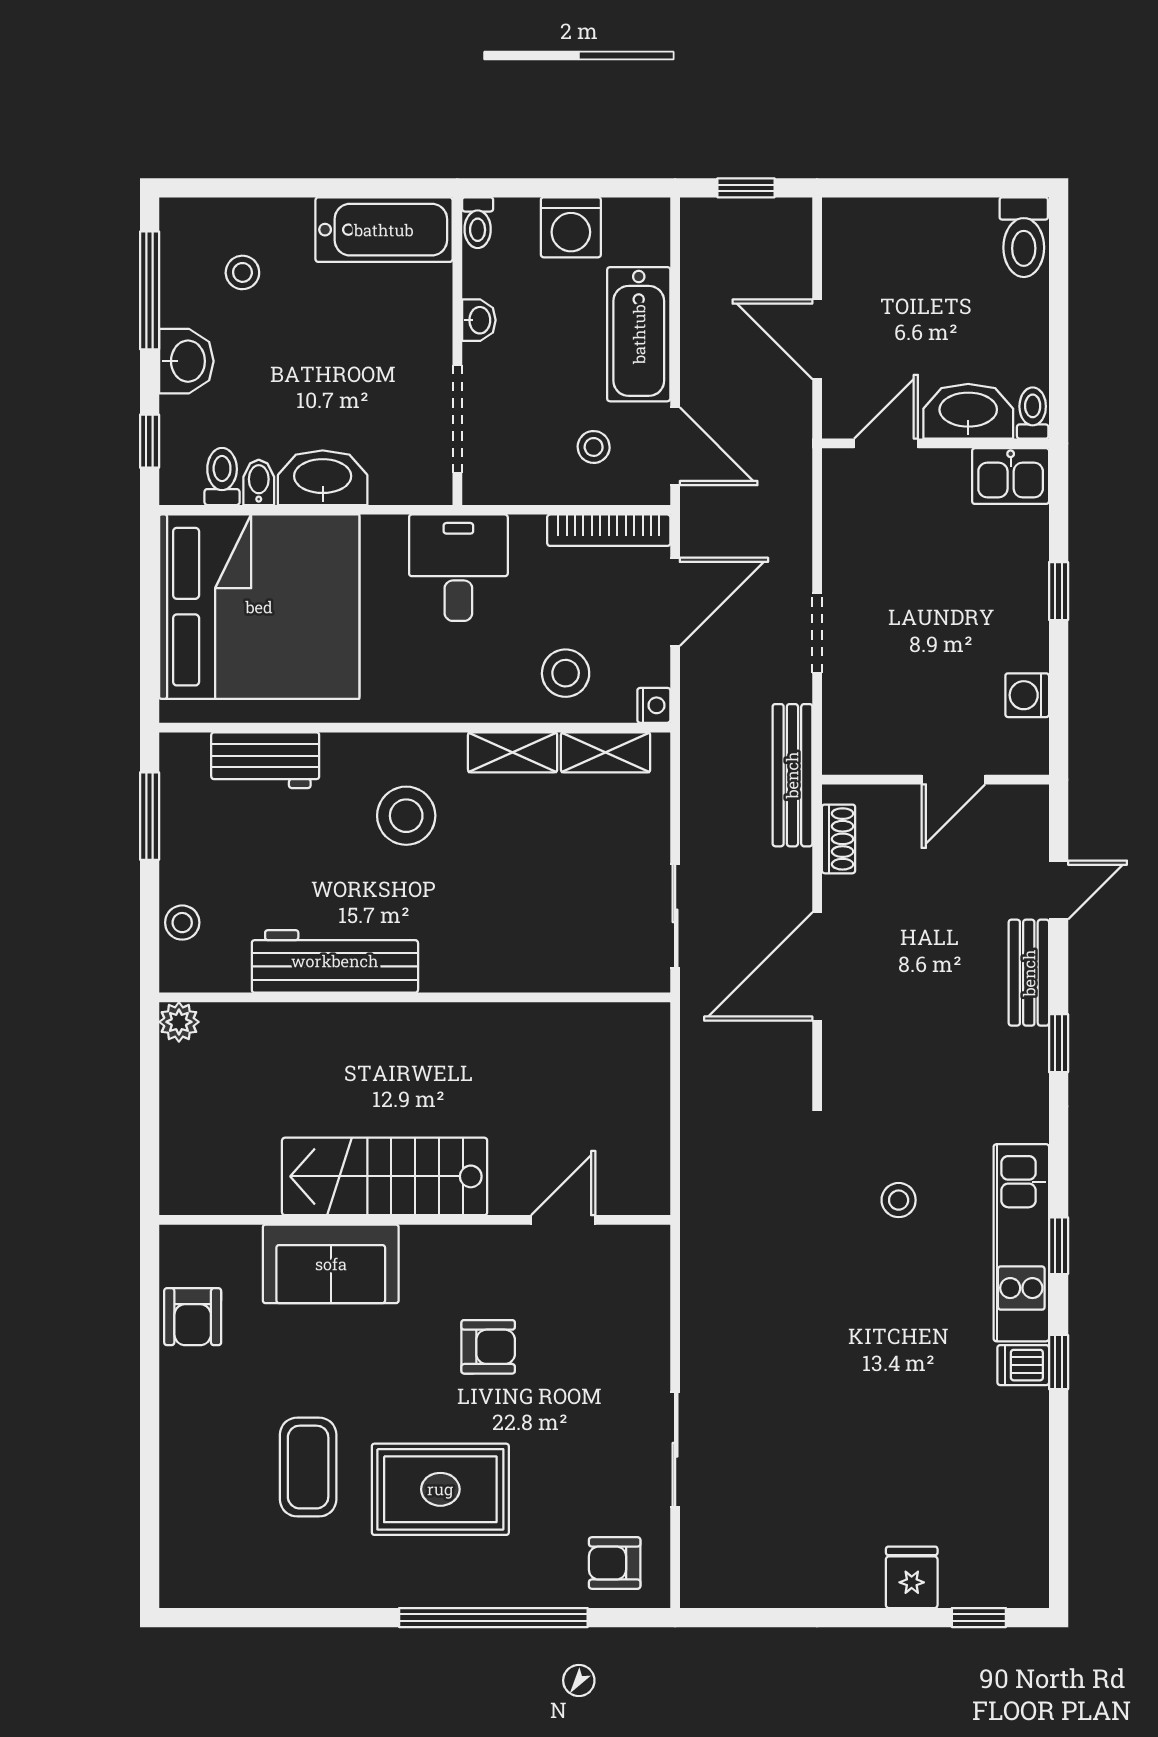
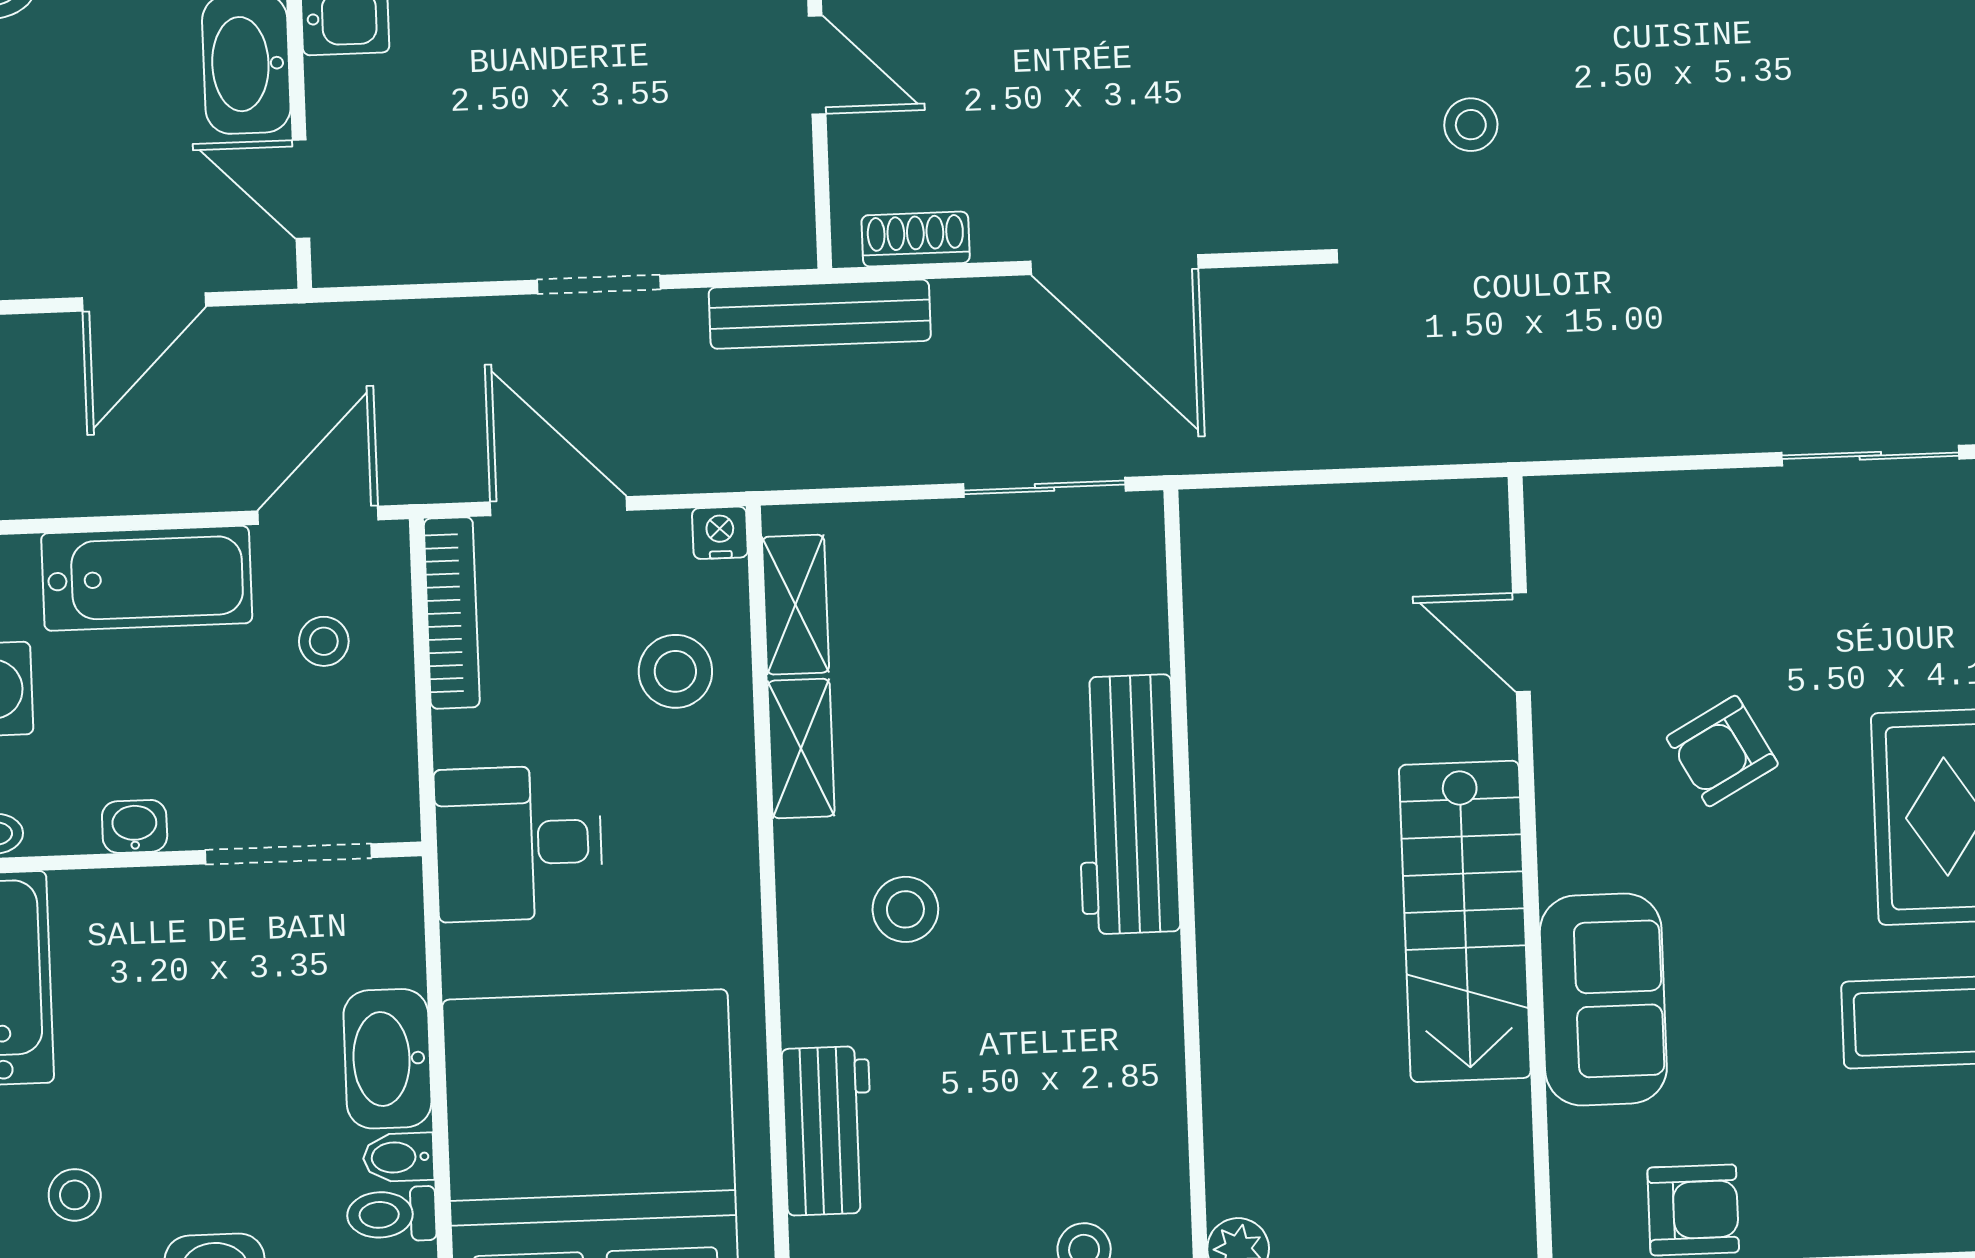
stool: (406, 816) -> (905, 909), width x0.73, depth x0.73
workbench: (335, 961) -> (1127, 804), moved
armchair: (488, 1347) -> (1722, 751), turned -119

